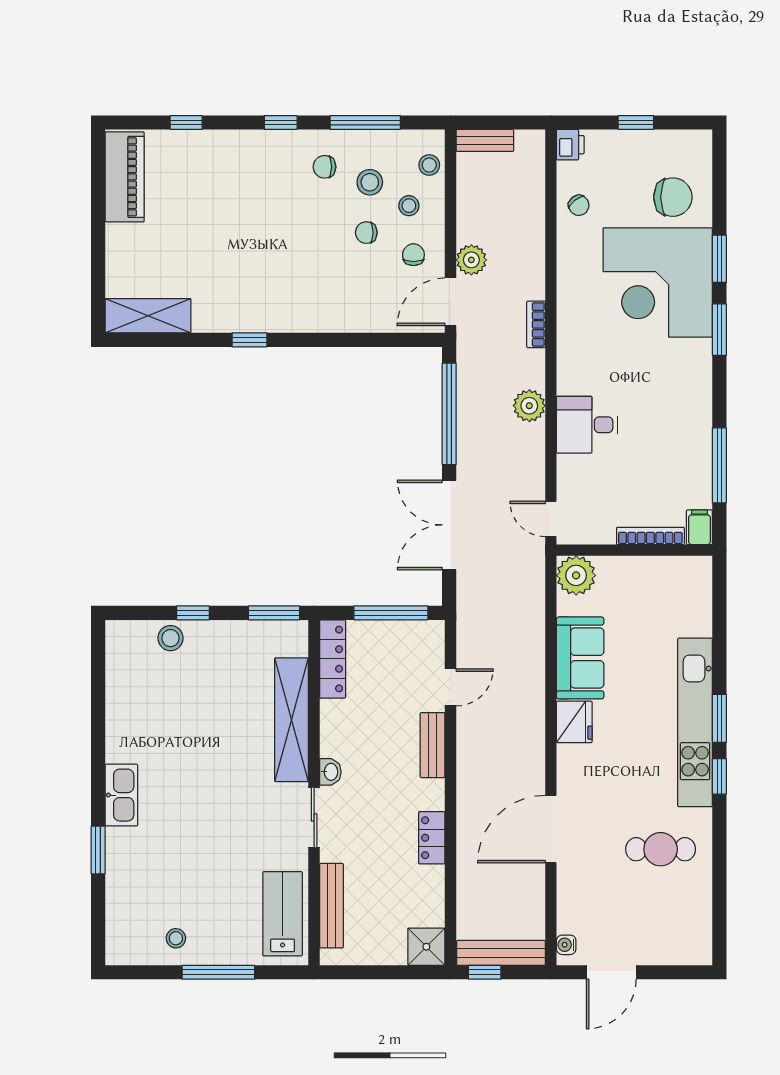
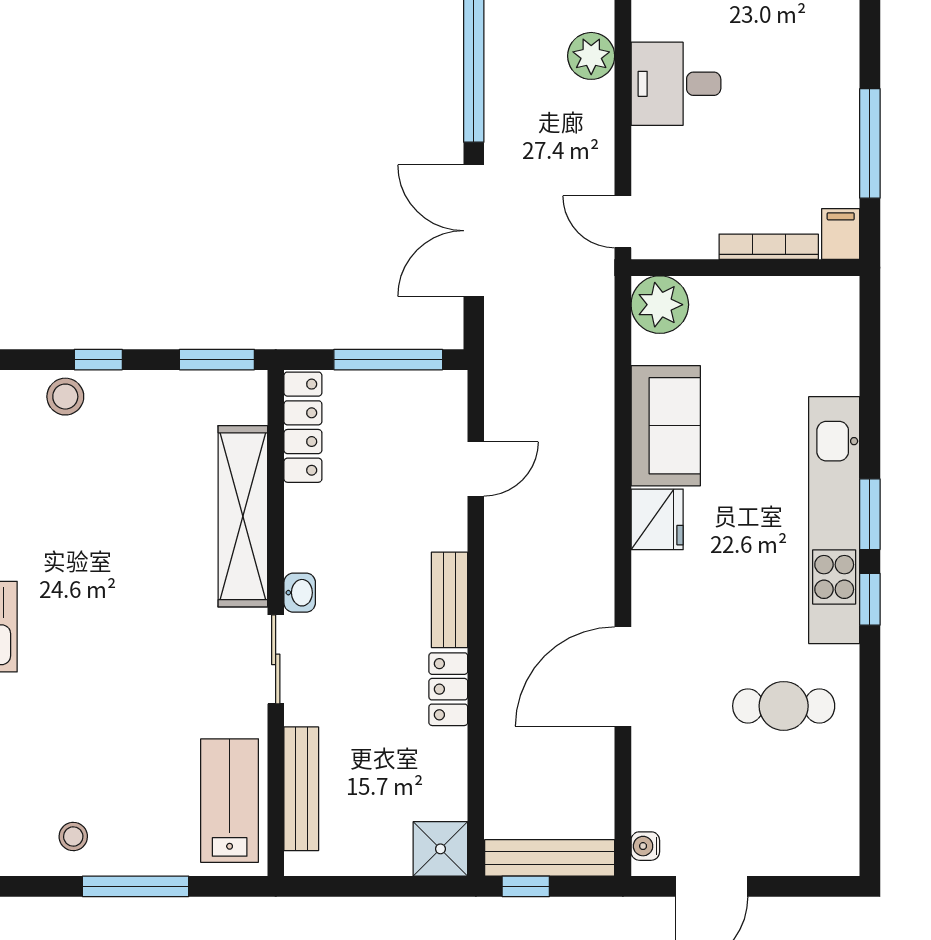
bench: (433, 745) -> (449, 600), moved

